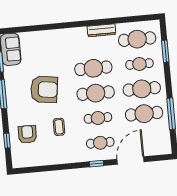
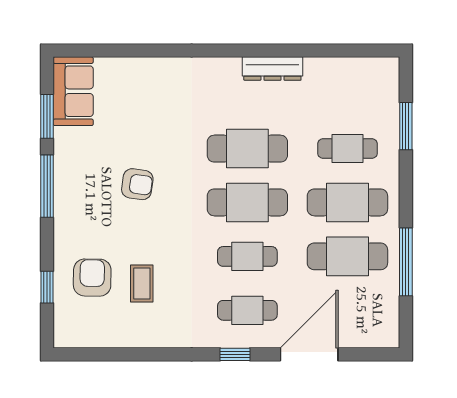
cafe table: (137, 39) -> (347, 95), removed
armchair: (44, 89) -> (137, 184), width x0.53, depth x0.53
coffee table: (59, 127) -> (142, 283), moved

